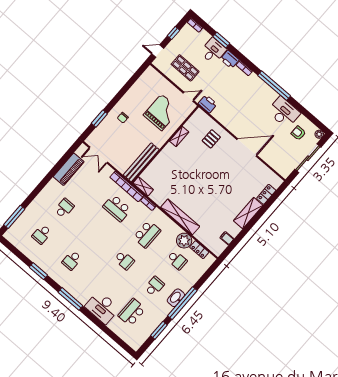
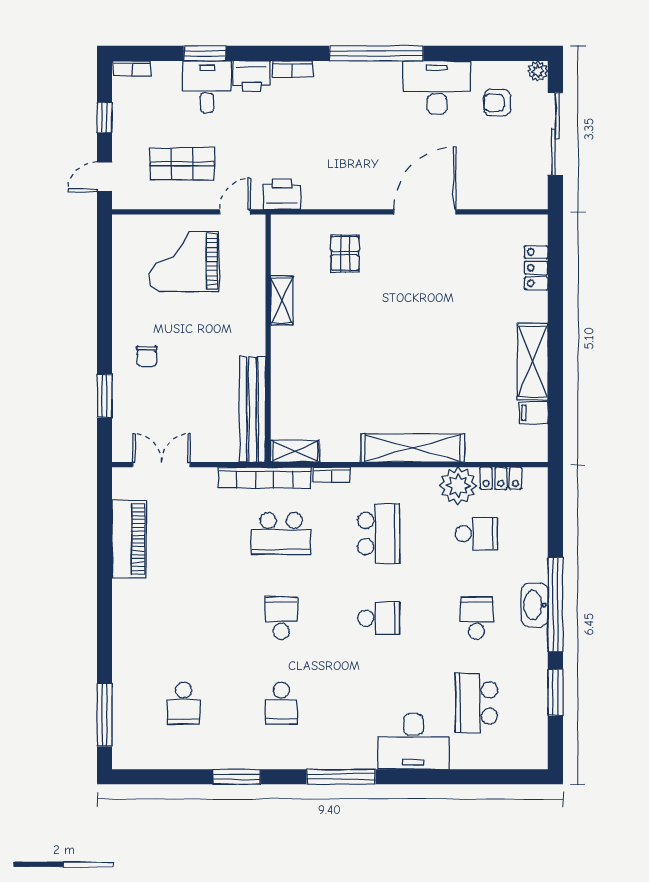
grand piano: (162, 112) -> (184, 262), moved, turned -90
double door: (98, 155) -> (161, 465), swing flipped
school desk: (64, 208) -> (281, 618), moved
shelving: (248, 213) -> (533, 362), moved

